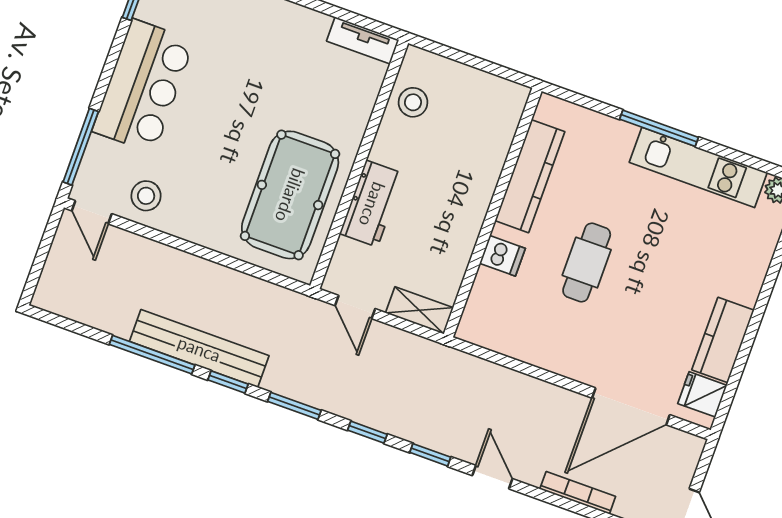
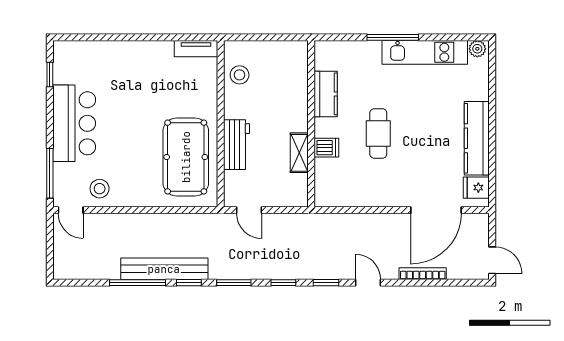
kitchen counter: (530, 176) -> (326, 94), width x0.67
shelving: (419, 310) -> (299, 153), moved, turned 90
kitchen counter: (723, 340) -> (477, 138), width x1.50

